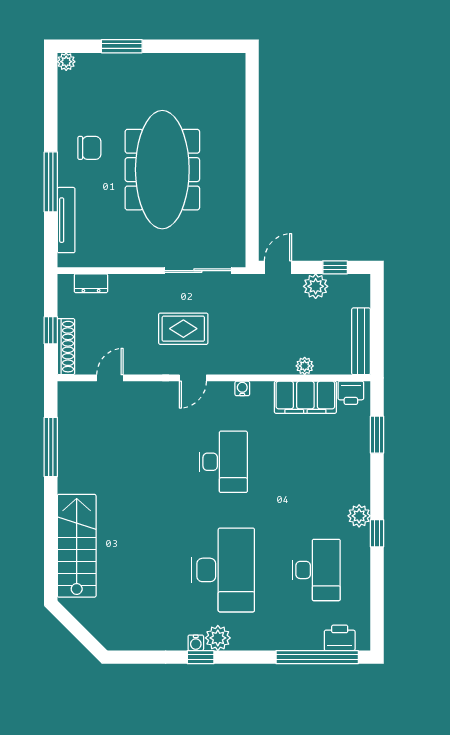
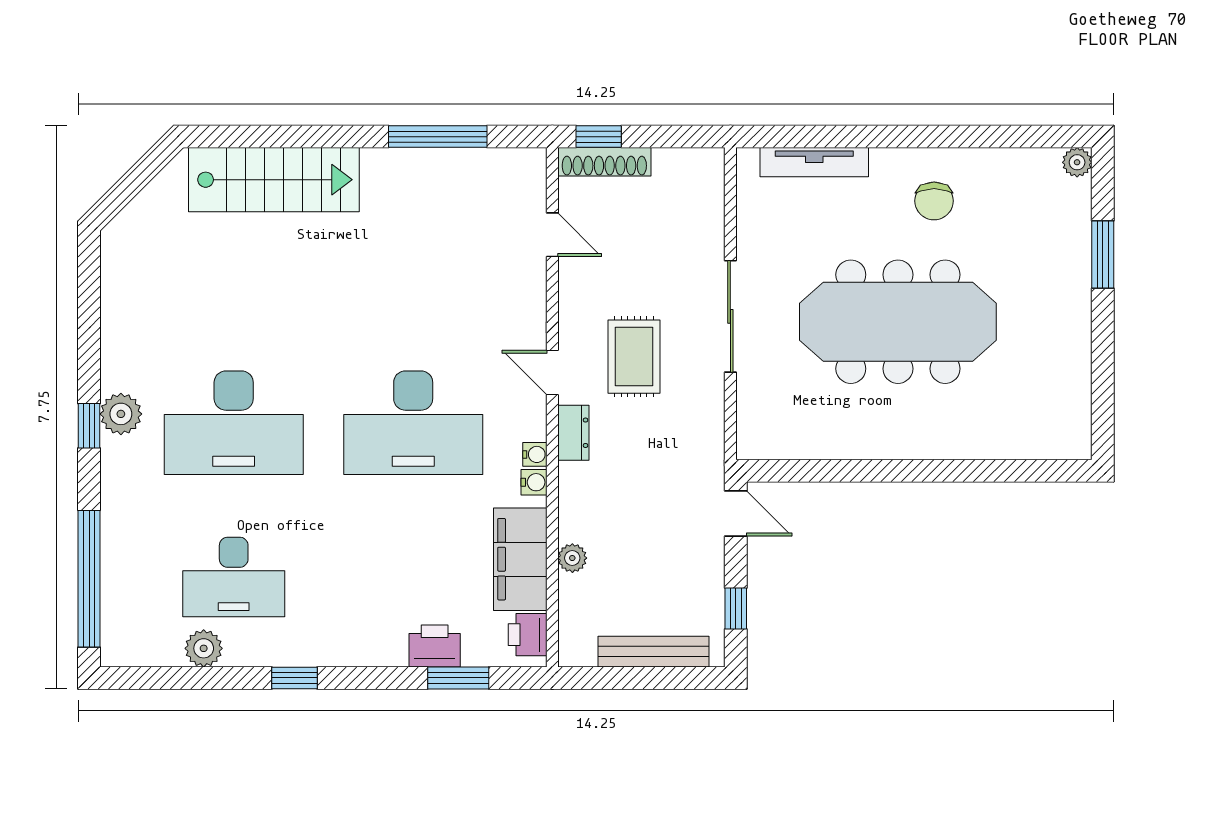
window: (51, 182) -> (878, 137), removed
sliding door: (198, 271) -> (730, 316), moved
dresser: (91, 283) -> (573, 433), moved, turned 180
plant: (316, 286) -> (704, 576), removed
window: (51, 330) -> (599, 137), moved
bench: (361, 341) -> (653, 652), moved
desk: (223, 462) -> (413, 423), width x1.36, depth x1.30
plant: (359, 516) -> (204, 648), moved
printer: (340, 638) -> (435, 646), moved, turned -90
water cooler: (196, 643) -> (534, 482), moved, turned 180
window: (201, 657) -> (89, 426), moved

